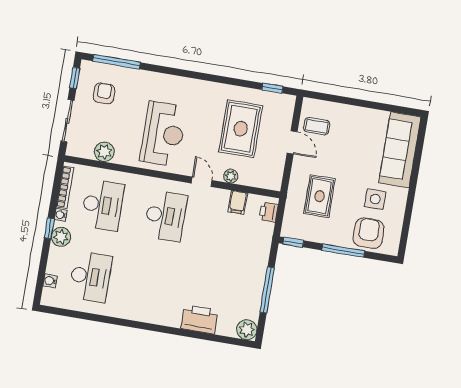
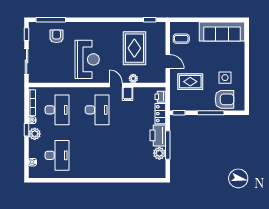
armchair: (104, 93) -> (57, 36), moved
door: (292, 142) -> (168, 62), moved
sofa: (400, 150) -> (222, 32), moved, turned -90
plant: (104, 152) -> (53, 77), removed
rug: (319, 196) -> (190, 82), turned 90
filing cabinet: (238, 202) -> (128, 94), moved
armchair: (369, 233) -> (224, 99), turned 90
locker: (264, 239) -> (160, 114), added
printer: (199, 319) -> (158, 135), moved, turned -90
plant: (247, 330) -> (159, 153), moved

